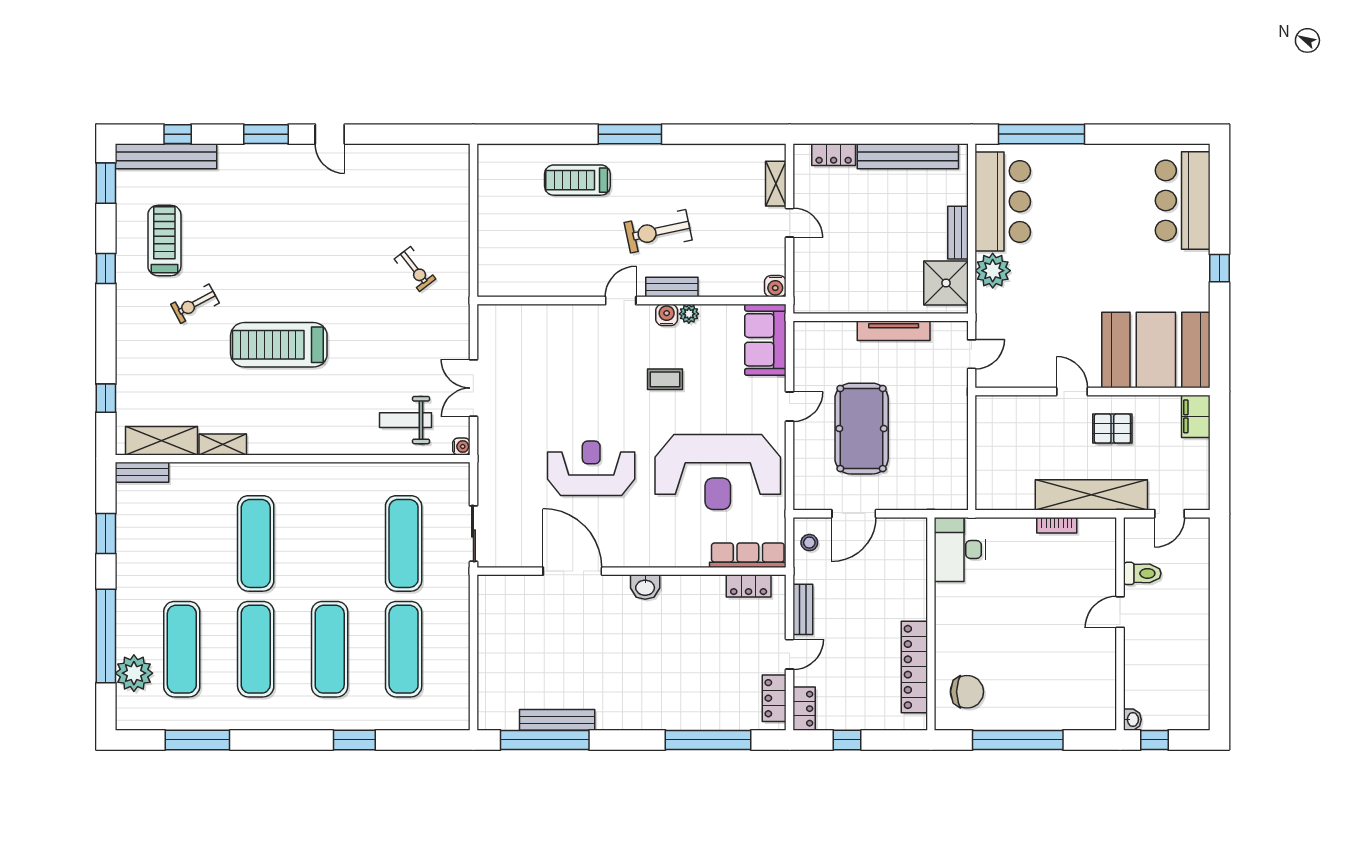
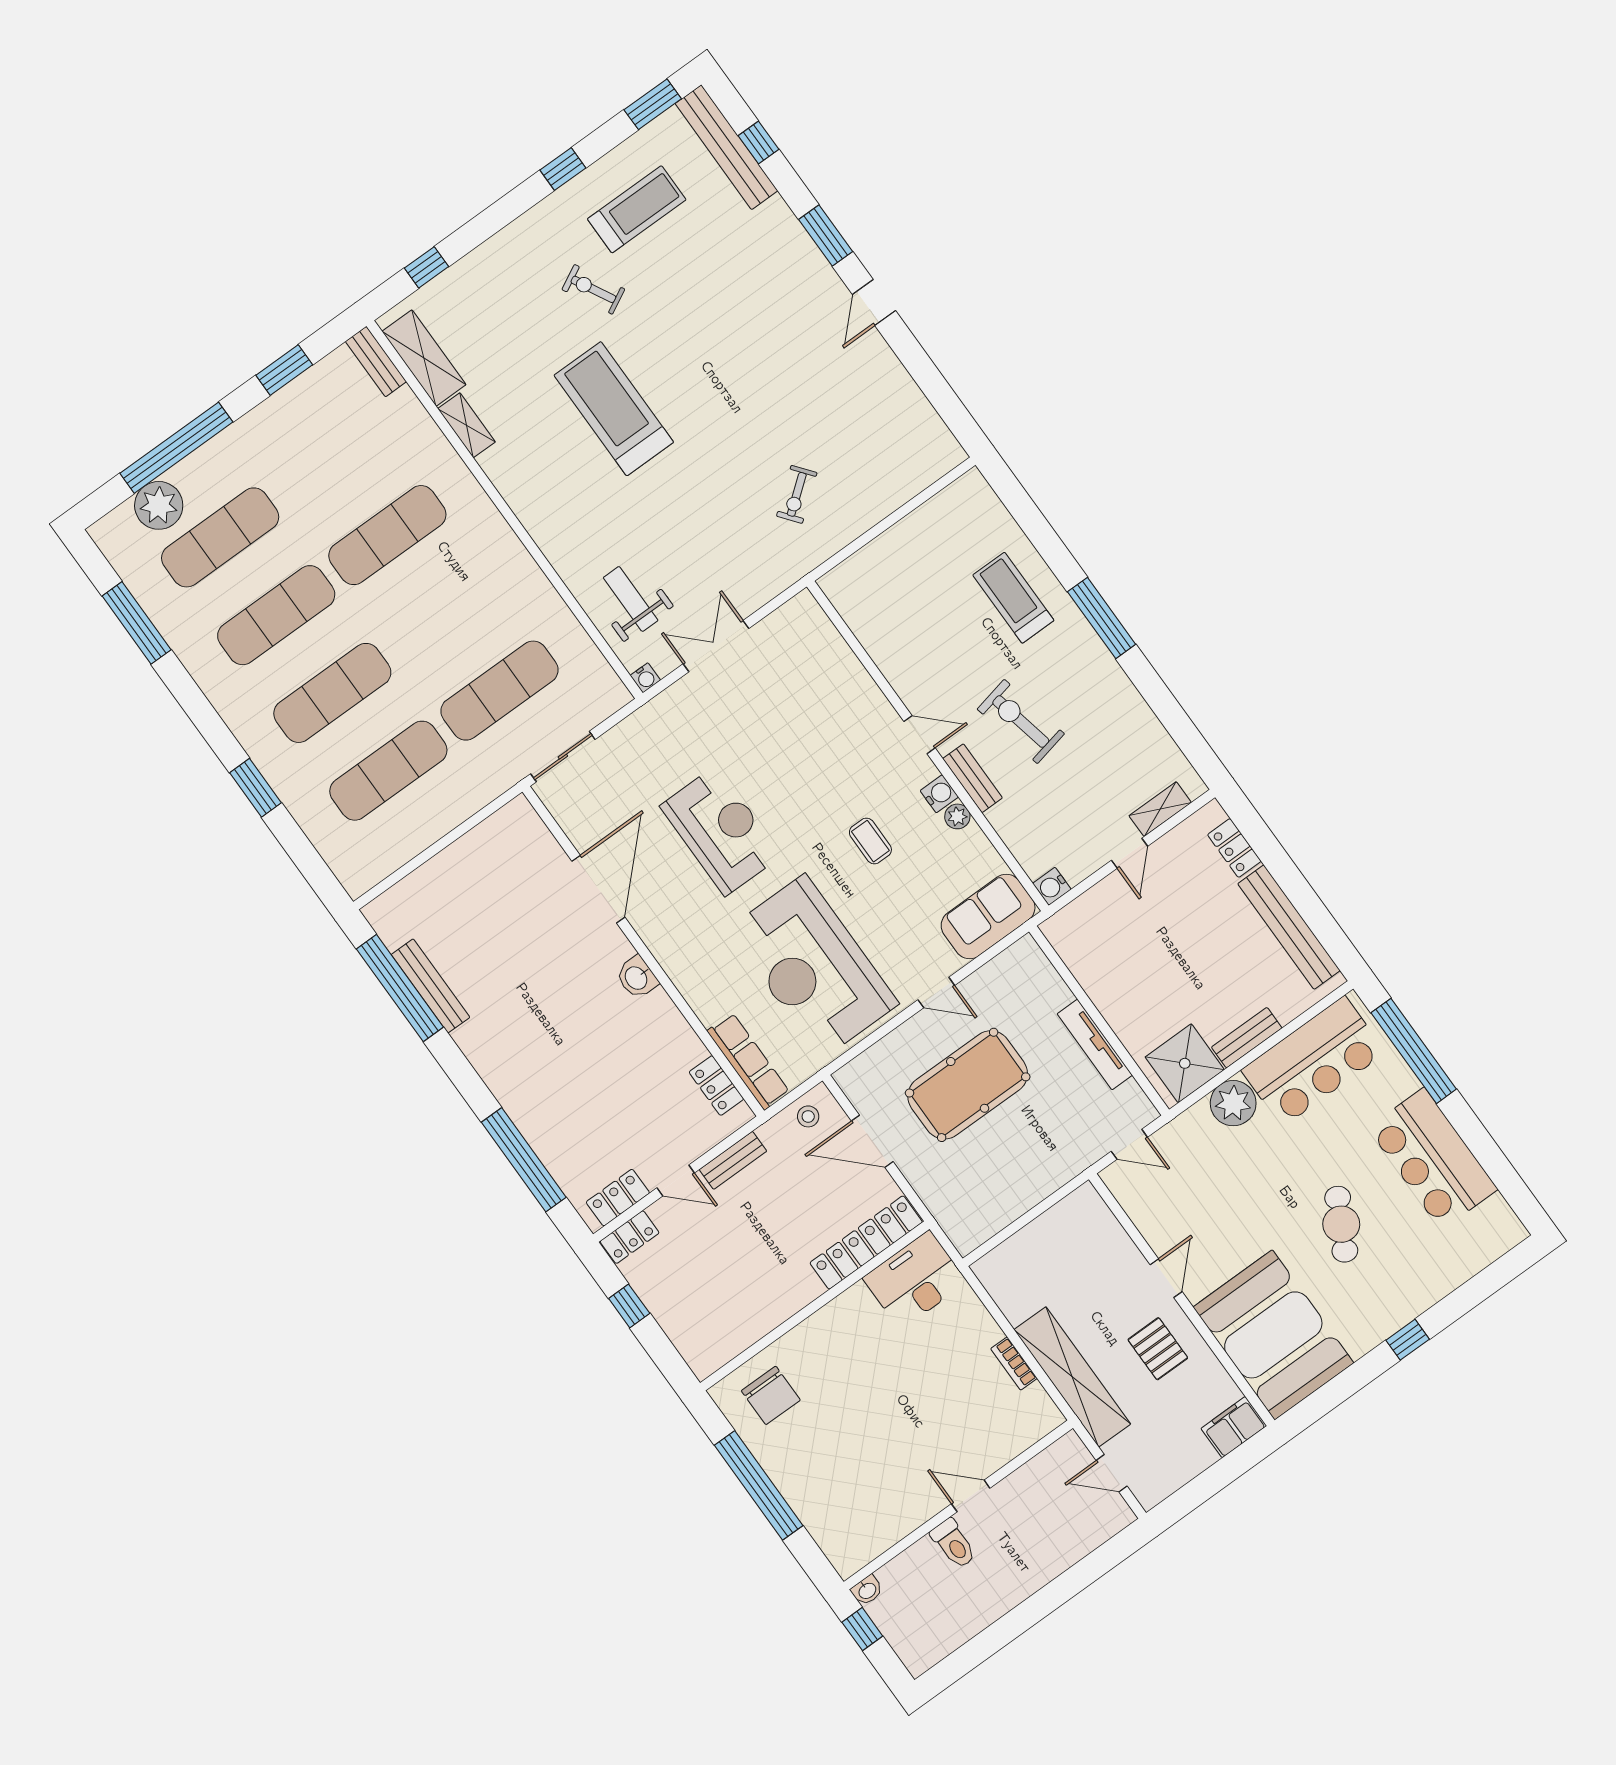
bar counter: (1183, 200) -> (1433, 1159), moved, turned -90
cafe table: (1117, 258) -> (1341, 1224), added
toilet: (1142, 573) -> (954, 1544), moved
locker: (914, 667) -> (866, 1242), moved

